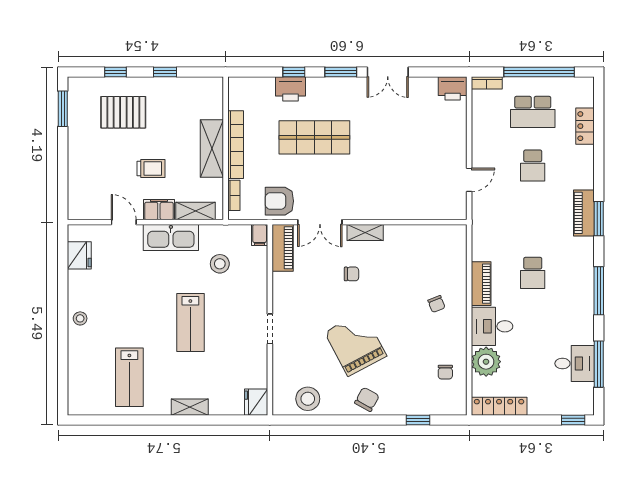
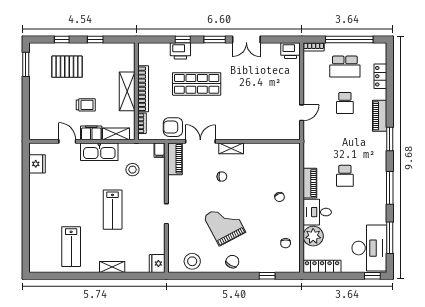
piano: (584, 213) -> (380, 116), moved
double door: (320, 222) -> (200, 141), swing flipped
stool: (80, 318) -> (38, 207), removed
desk: (575, 364) -> (369, 248), width x1.87, depth x1.30

